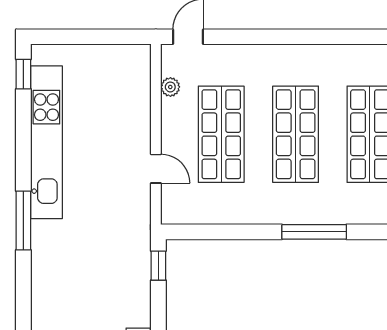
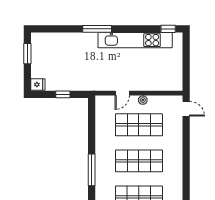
plant: (170, 87) -> (143, 100), moved
window: (158, 266) -> (63, 94), moved

